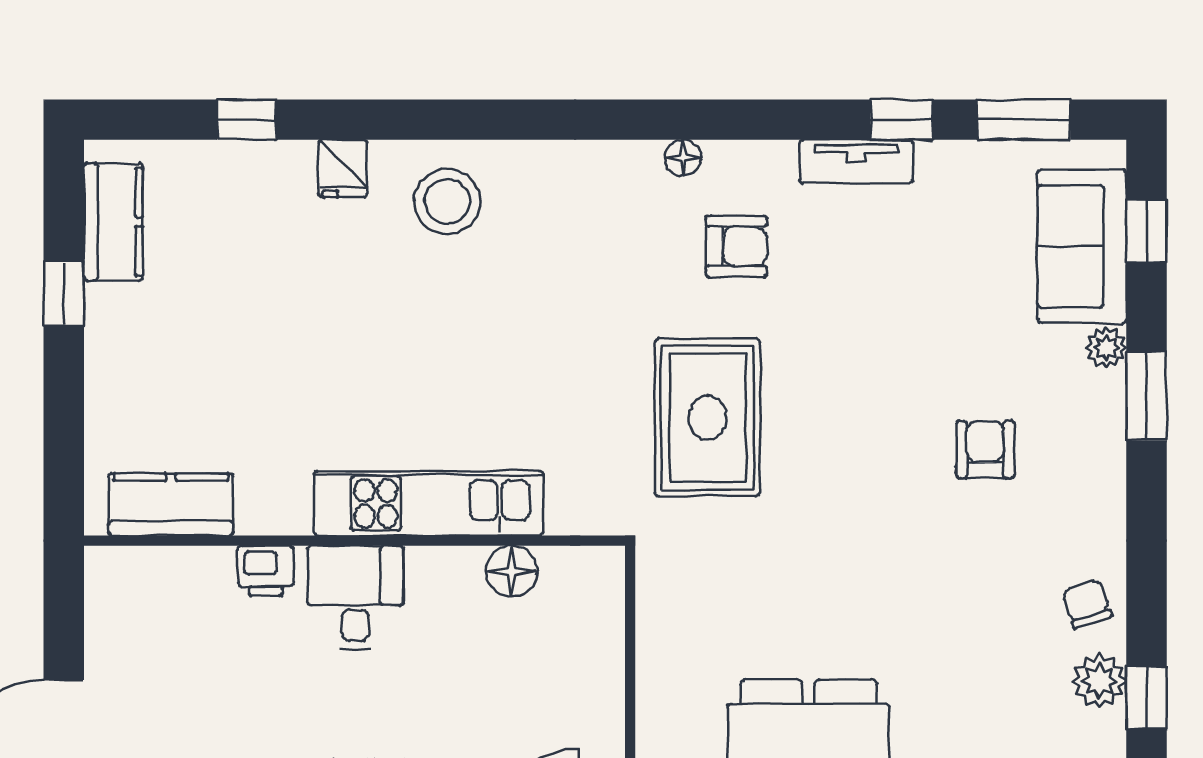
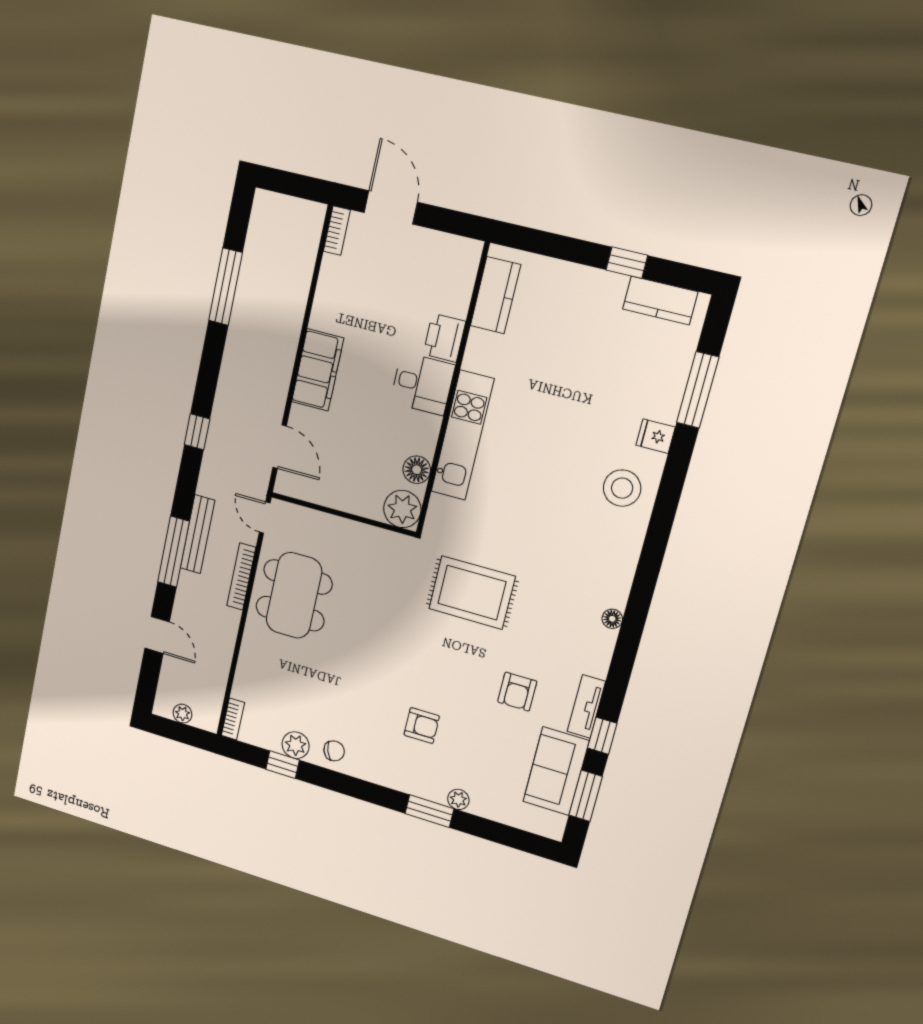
window: (247, 120) -> (698, 390), width x2.17
window: (1147, 231) -> (512, 837), removed
armchair: (736, 246) -> (517, 692), moved
sofa: (1082, 246) -> (556, 771), moved, turned -90
printer: (266, 571) -> (444, 338), width x1.36, depth x1.24
plant: (590, 581) -> (402, 509), added

